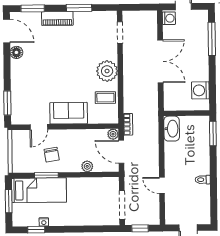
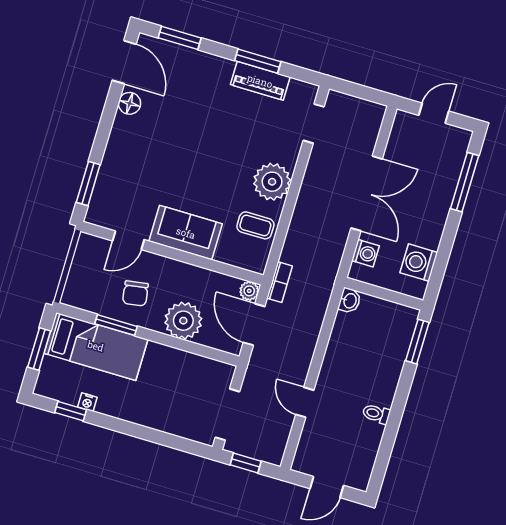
piano: (57, 18) -> (260, 81), moved
washing machine: (169, 18) -> (365, 253), moved
washbasin: (172, 129) -> (350, 301), width x0.52, depth x0.69
plant: (87, 166) -> (183, 321), width x1.88, depth x1.88

